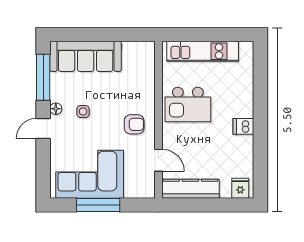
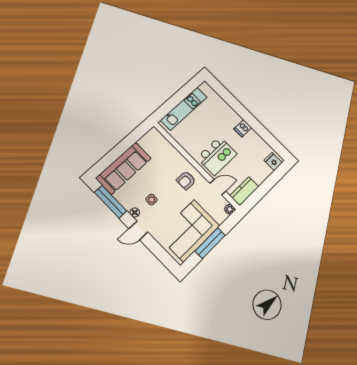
kitchen island: (188, 104) -> (217, 156), moved
armchair: (134, 124) -> (186, 180), turned 180
door: (43, 129) -> (138, 230), hinge flipped
kitchen counter: (190, 189) -> (244, 191), width x0.67
plant: (149, 192) -> (230, 209), added

